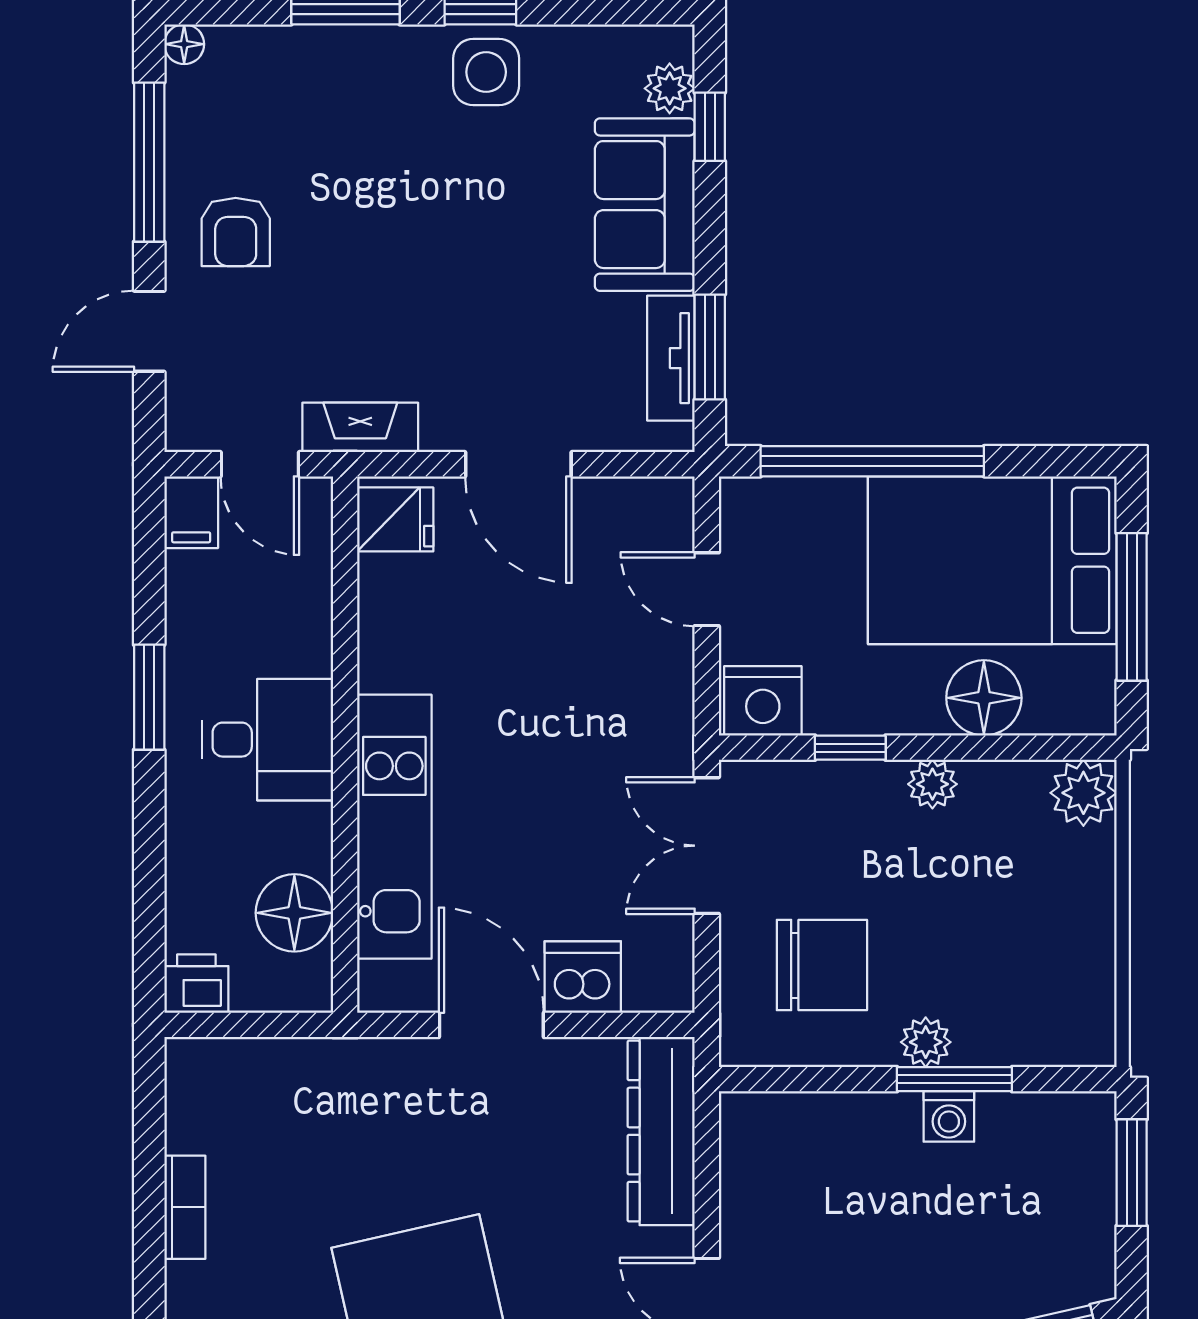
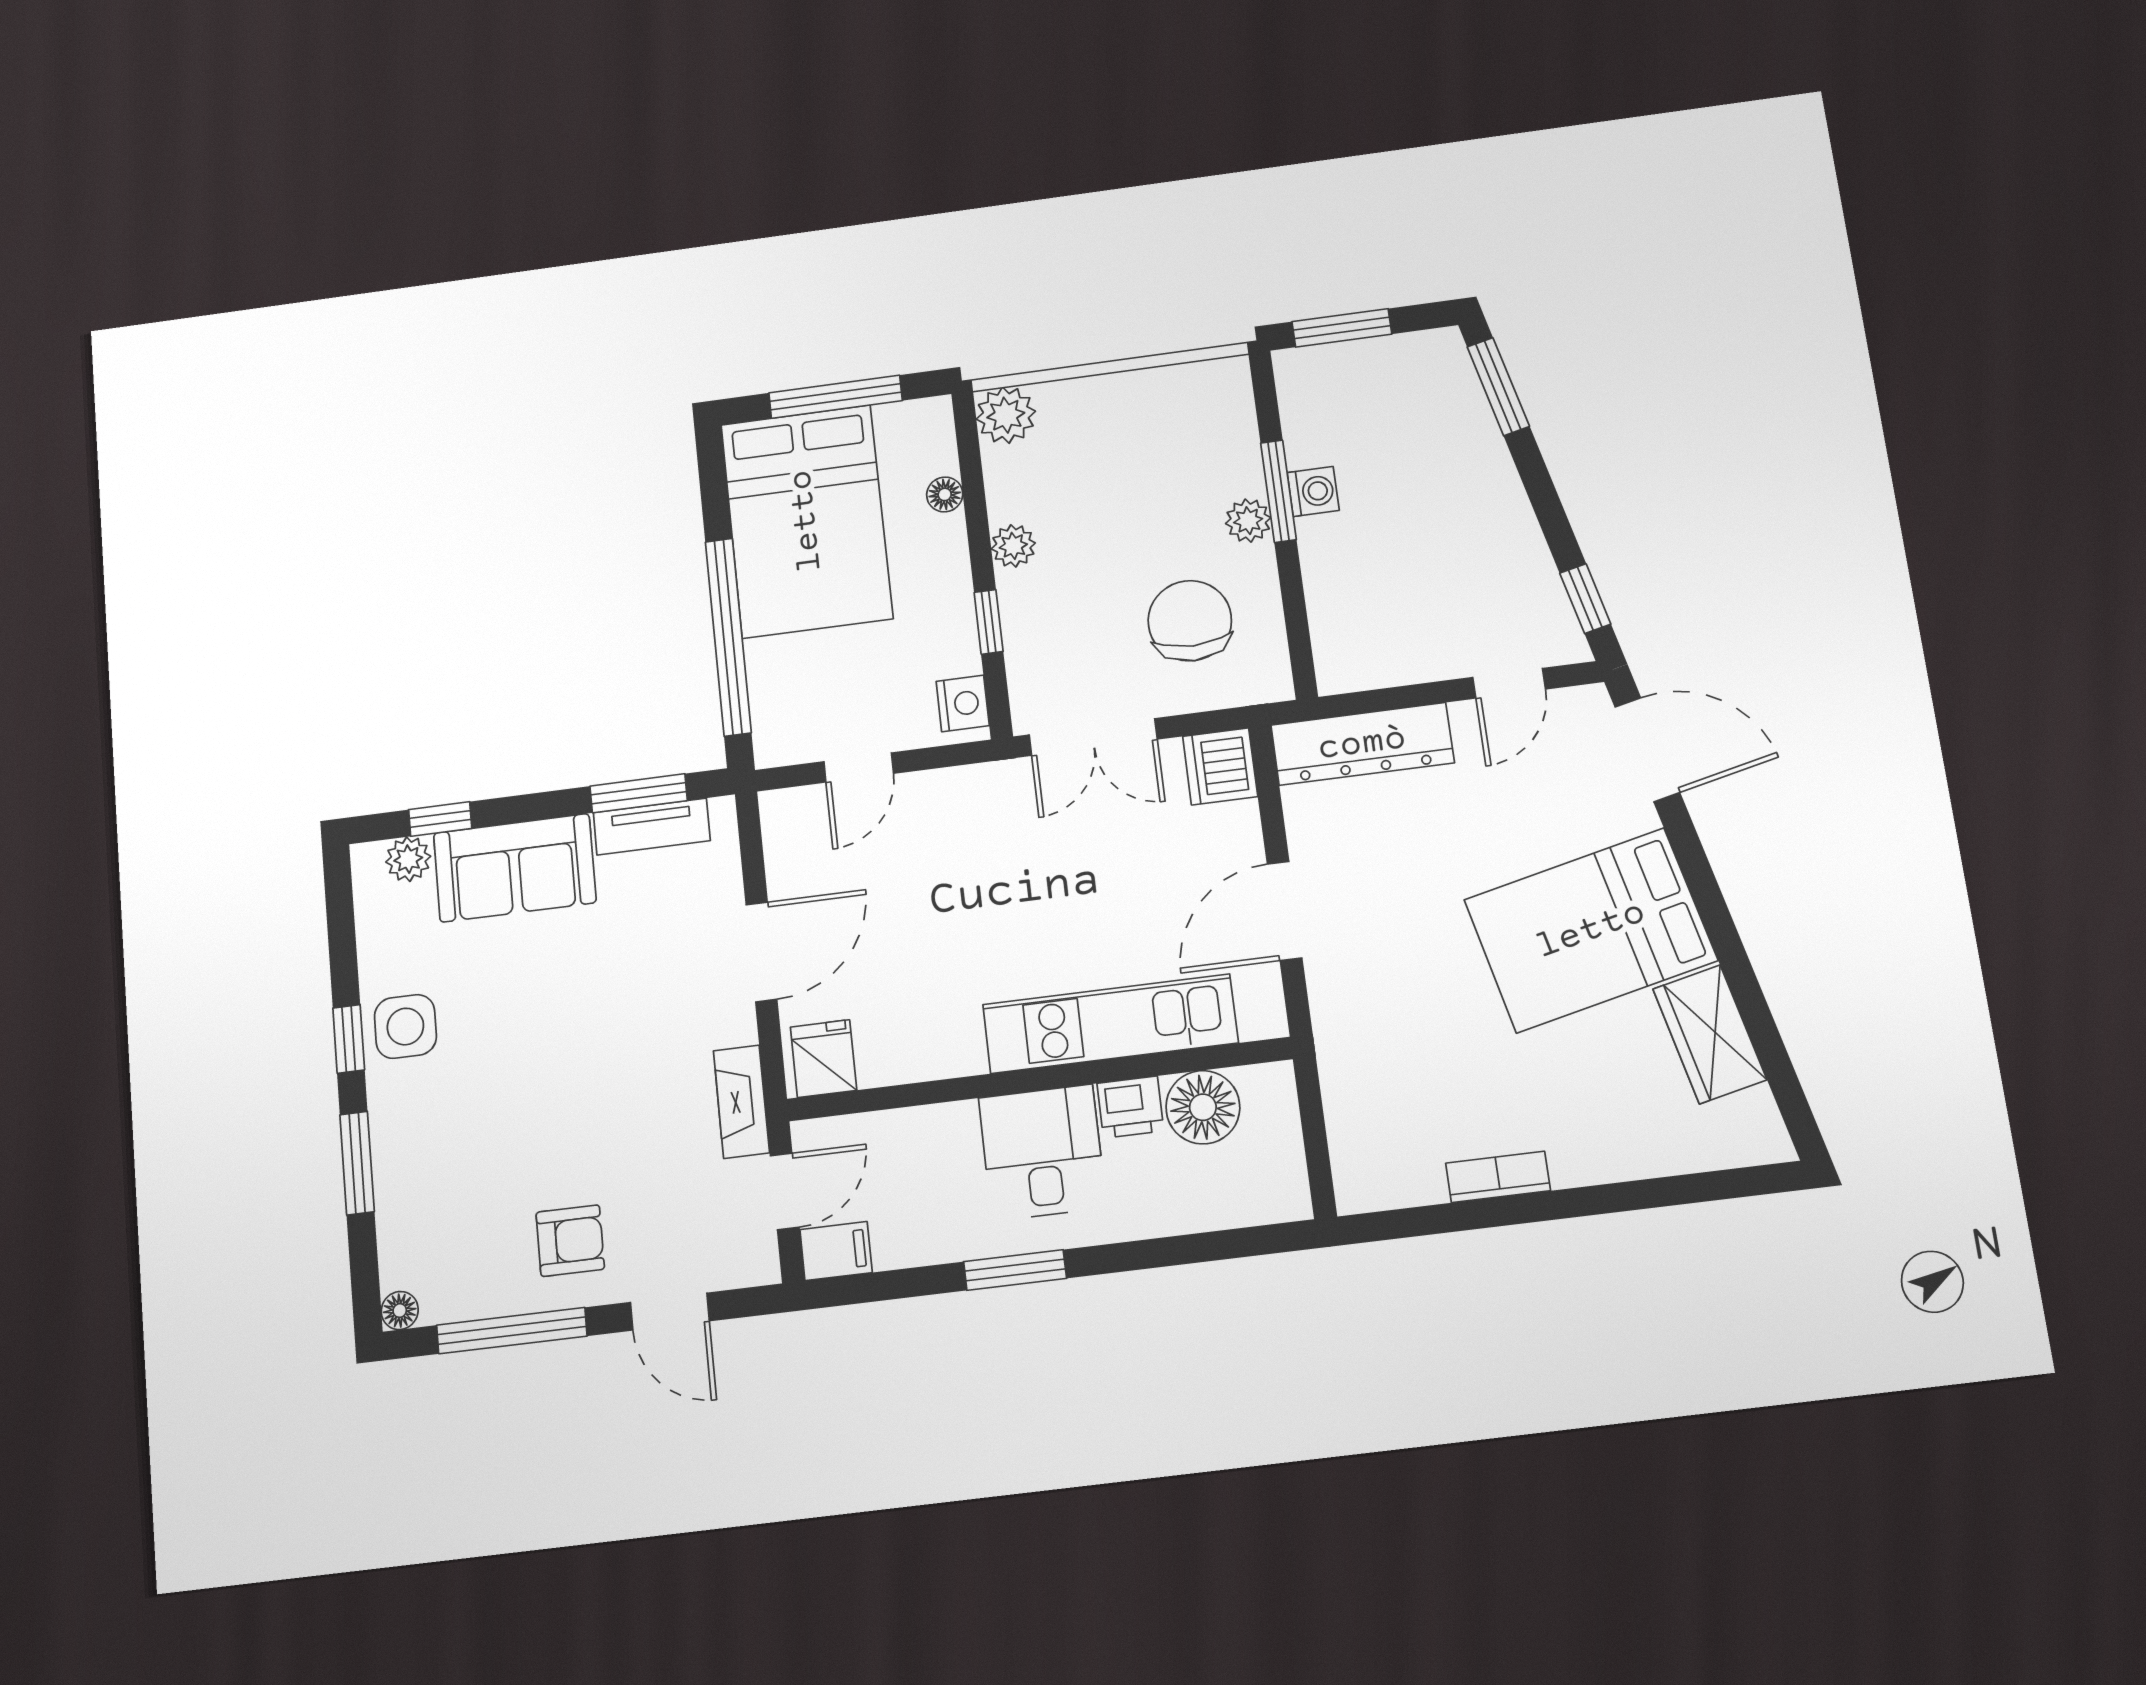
floor lamp: (984, 698) -> (945, 494), width x0.53, depth x0.53
nightstand: (763, 701) -> (963, 703), width x0.74, depth x0.75
dishwasher: (583, 977) -> (1220, 766), moved
printer: (196, 984) -> (1130, 1107), moved, turned -90

